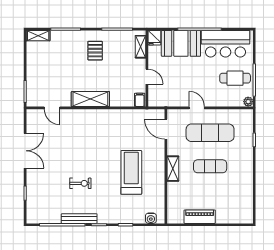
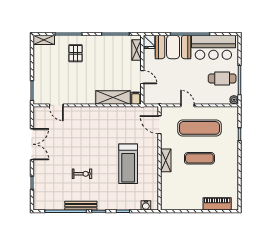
pallet: (95, 51) -> (76, 53), moved
shelving: (90, 99) -> (113, 97), moved
treadmill: (131, 172) -> (128, 164), turned 180
piano: (200, 217) -> (217, 204), moved

